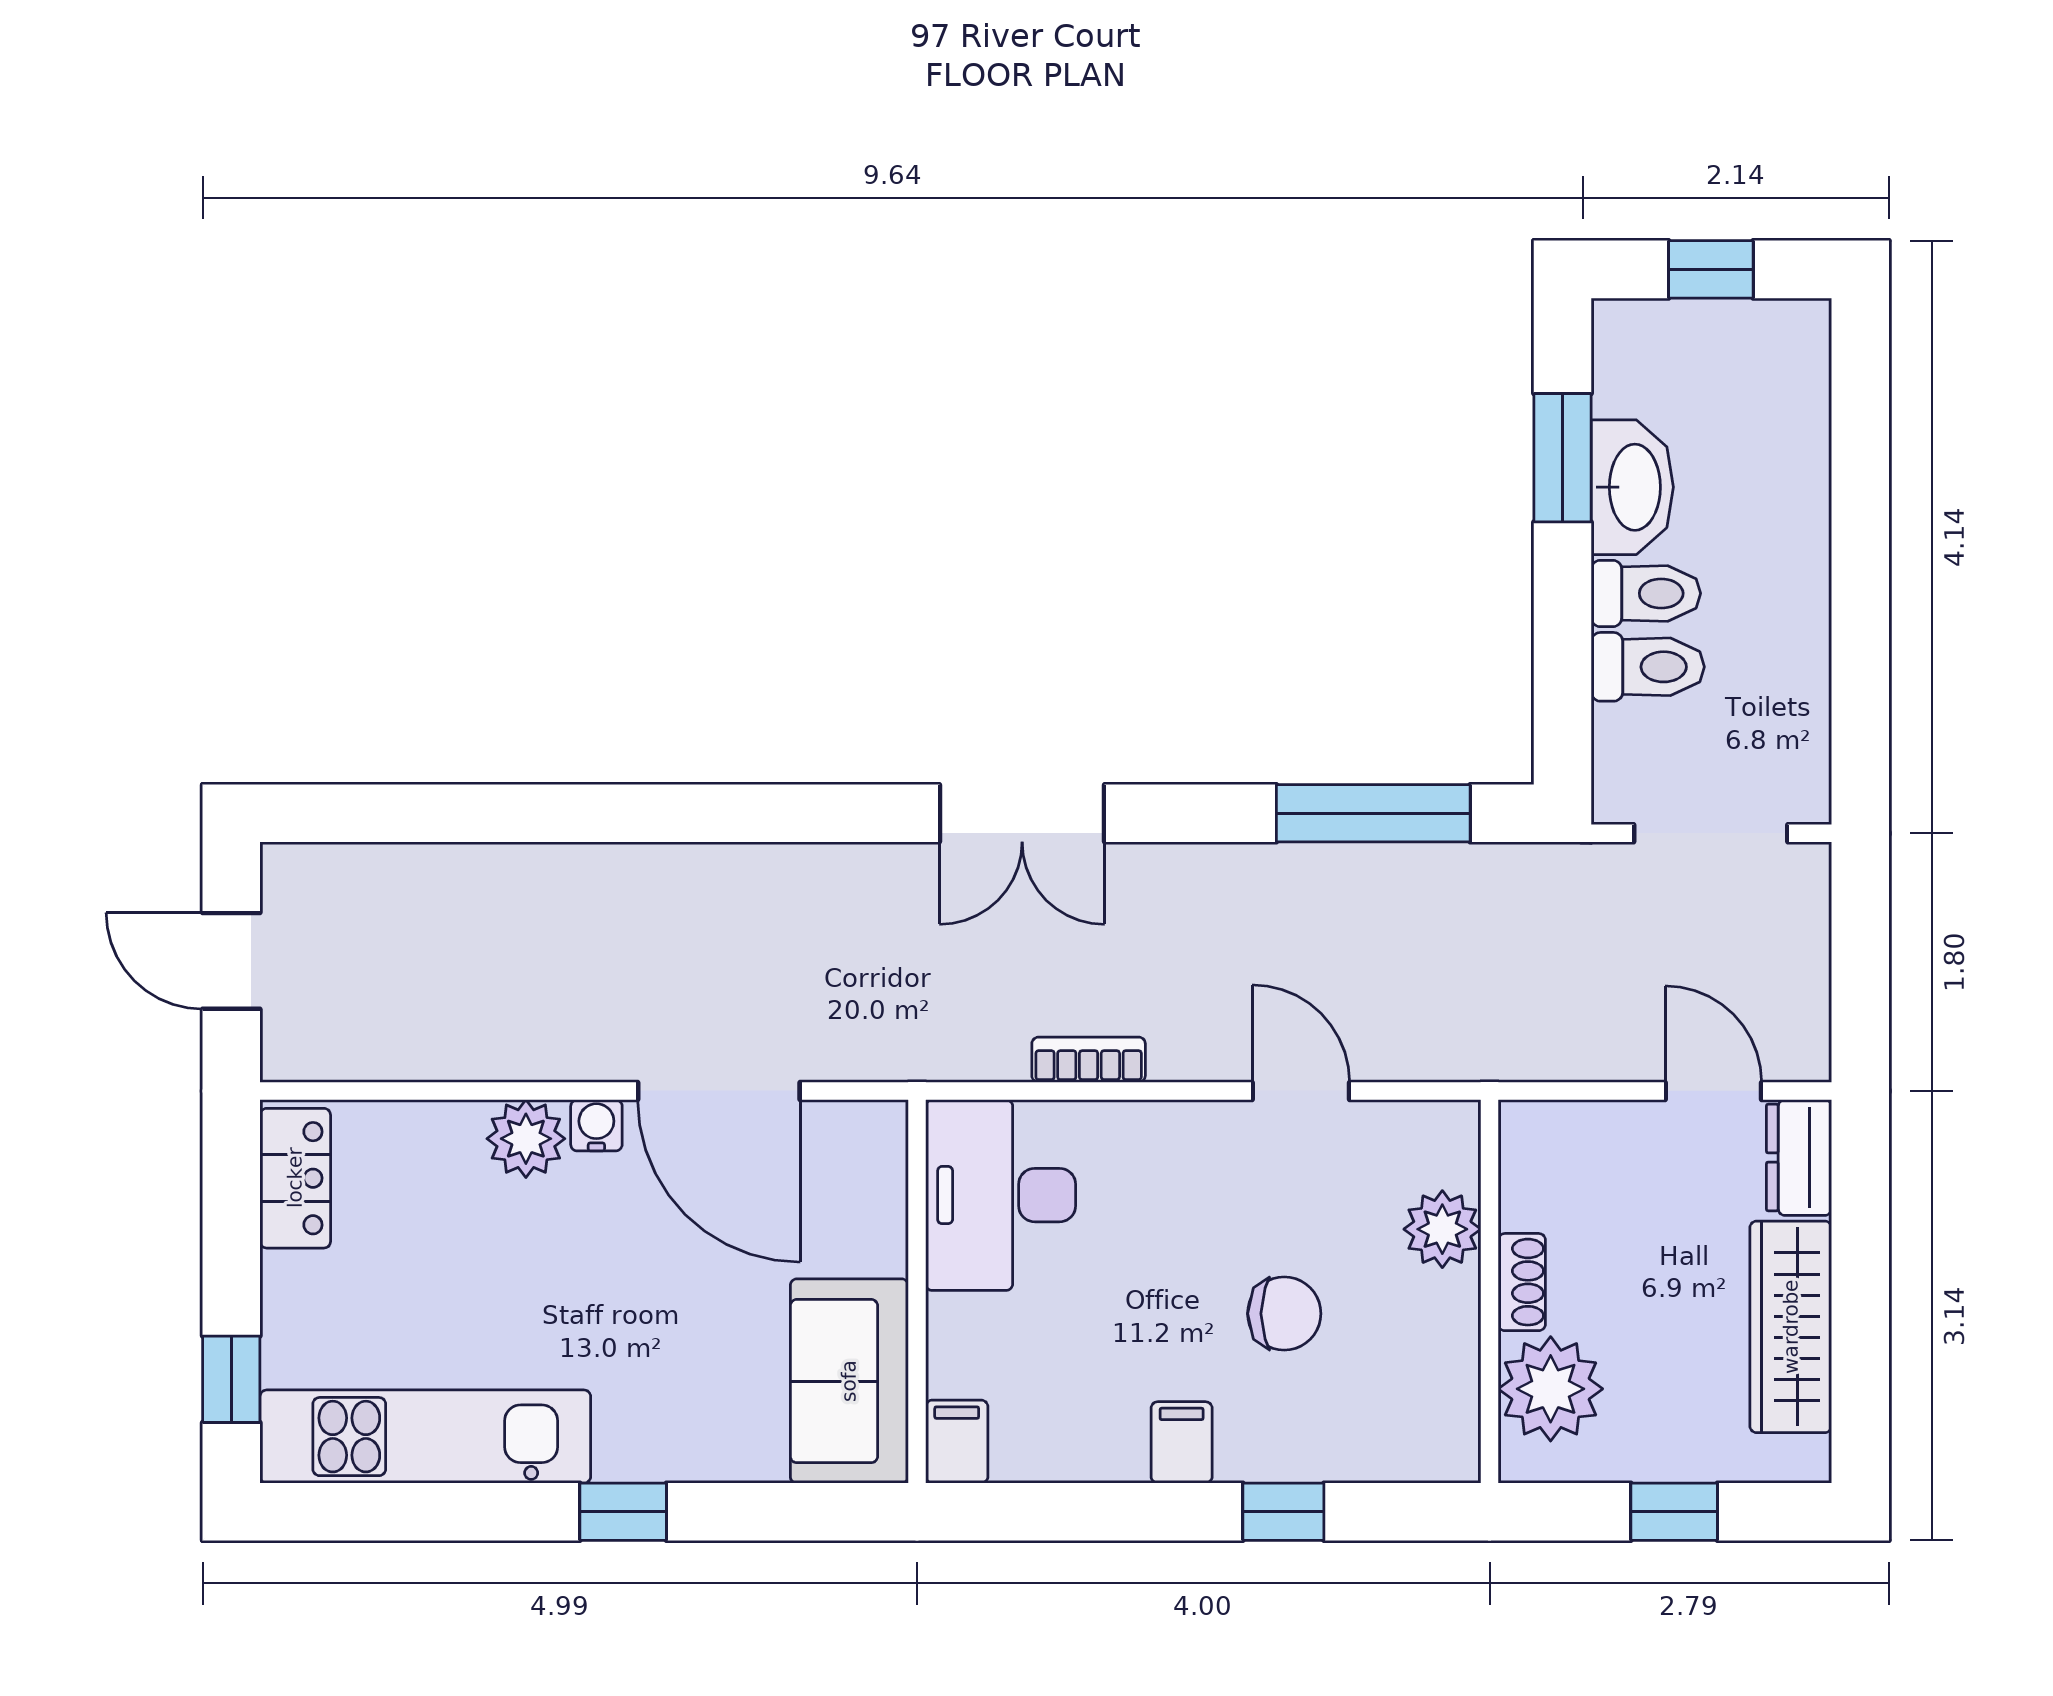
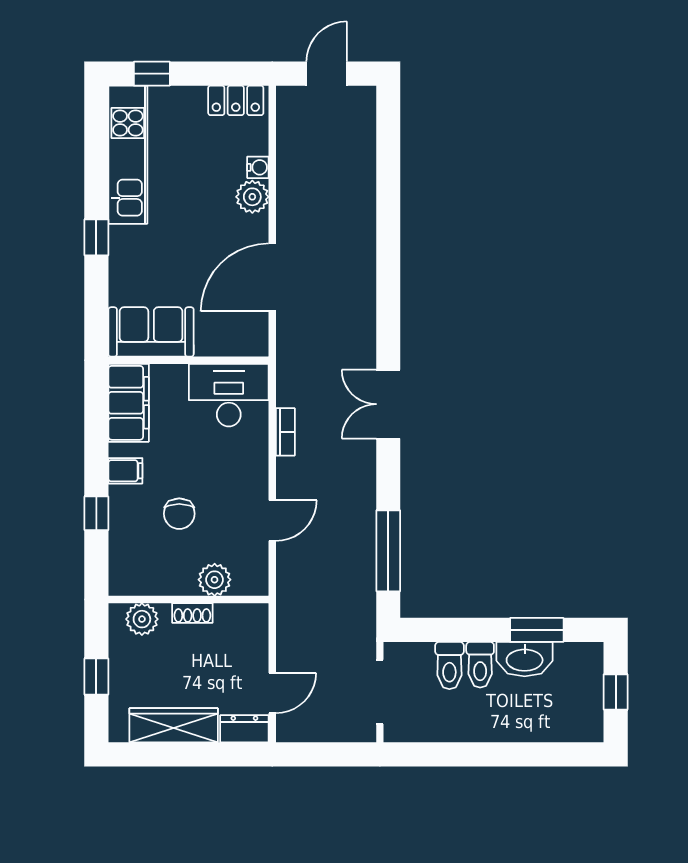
water cooler: (596, 1125) -> (258, 167), moved
plant: (1551, 1389) -> (142, 619), width x0.73, depth x0.73
filing cabinet: (957, 1442) -> (129, 403), width x3.00, depth x1.17

